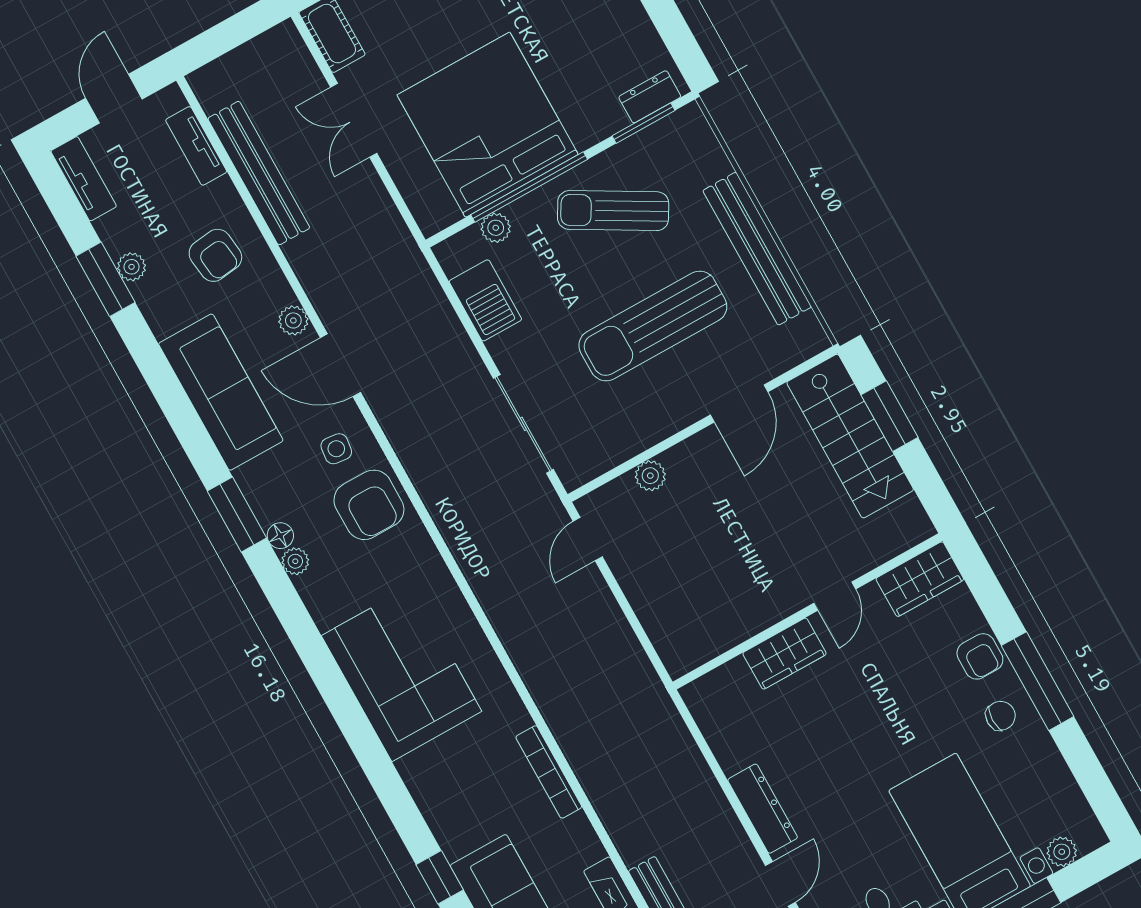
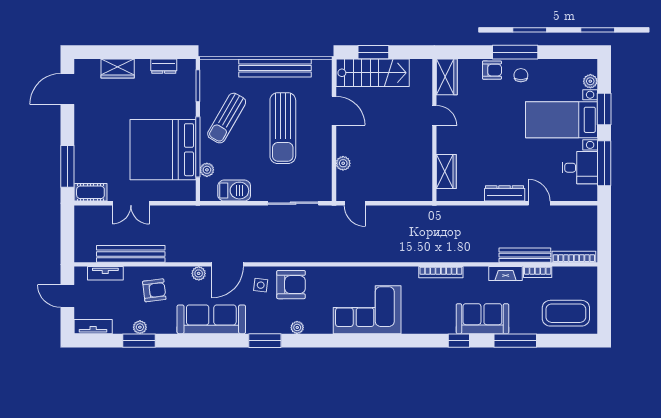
dresser: (650, 97) -> (164, 66), moved, turned -90
floor lamp: (280, 536) -> (283, 328), removed
wardrobe: (784, 654) -> (446, 172), moved

